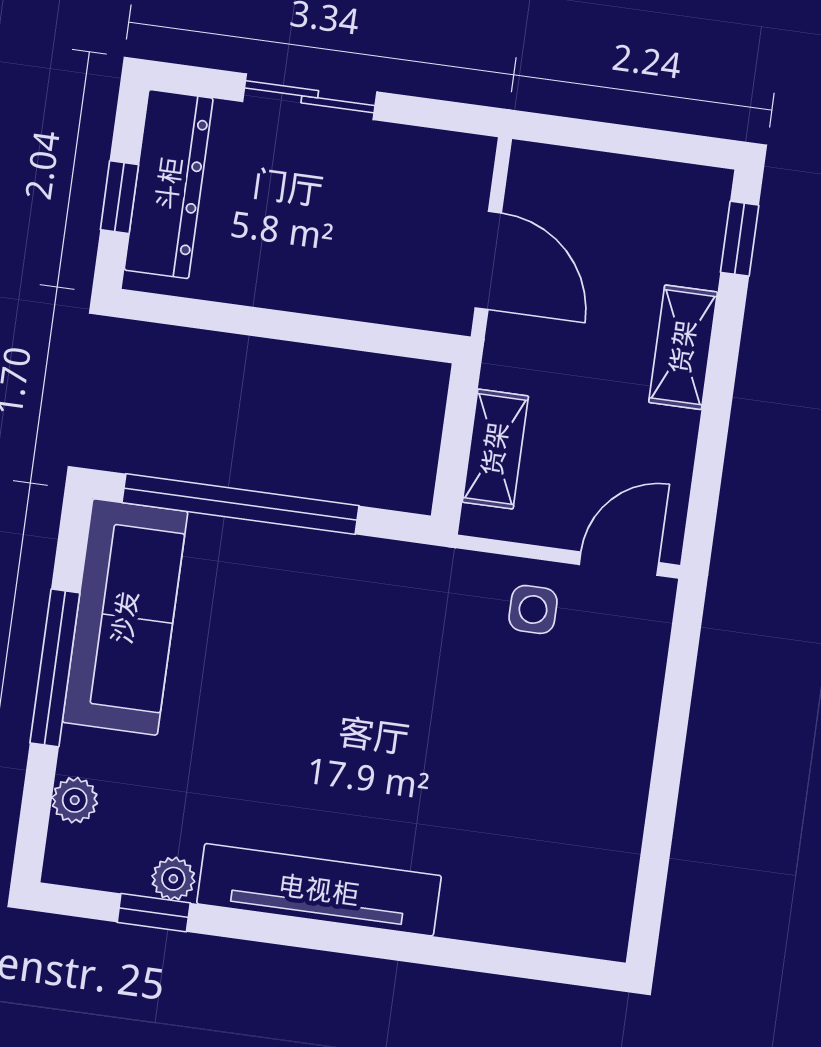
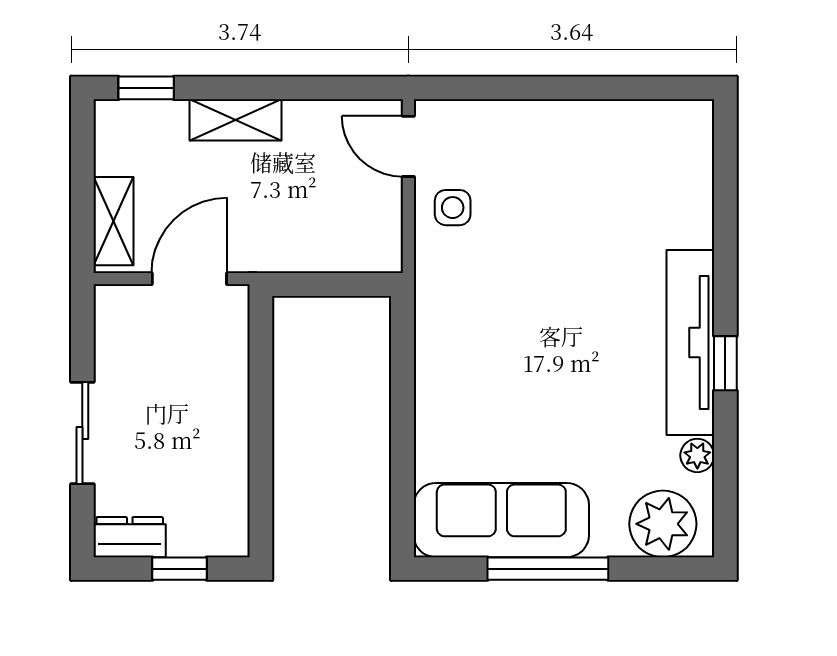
dresser: (169, 184) -> (130, 537), width x0.51, depth x0.80
shelving: (495, 449) -> (114, 221), moved, turned 90
window: (240, 504) -> (403, 443), removed
plant: (75, 800) -> (663, 524), width x1.88, depth x1.88
window: (154, 913) -> (725, 363), moved

